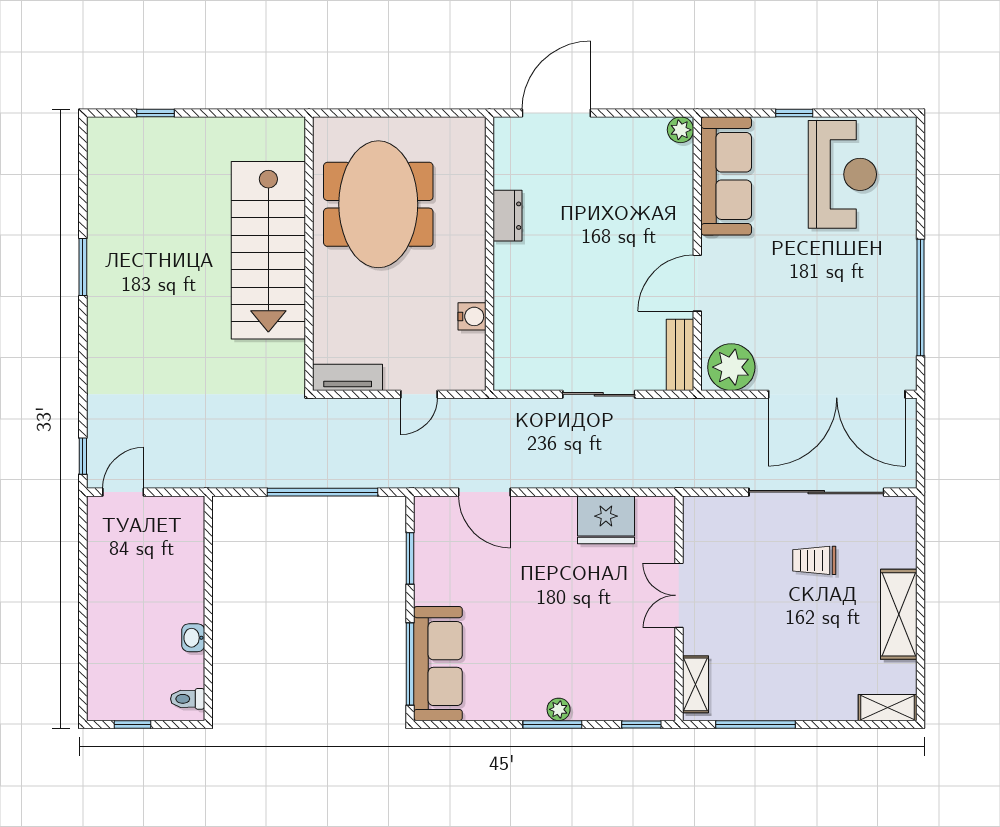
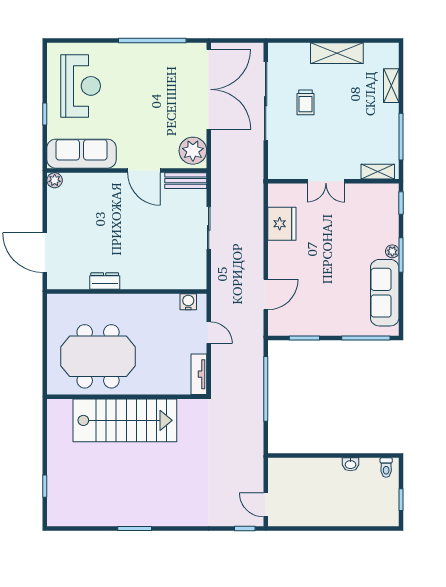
reception desk: (842, 174) -> (81, 86), turned 90
water cooler: (472, 316) -> (188, 302), moved
sofa: (438, 664) -> (385, 293), moved, turned -90
shelving: (888, 708) -> (391, 86), moved

